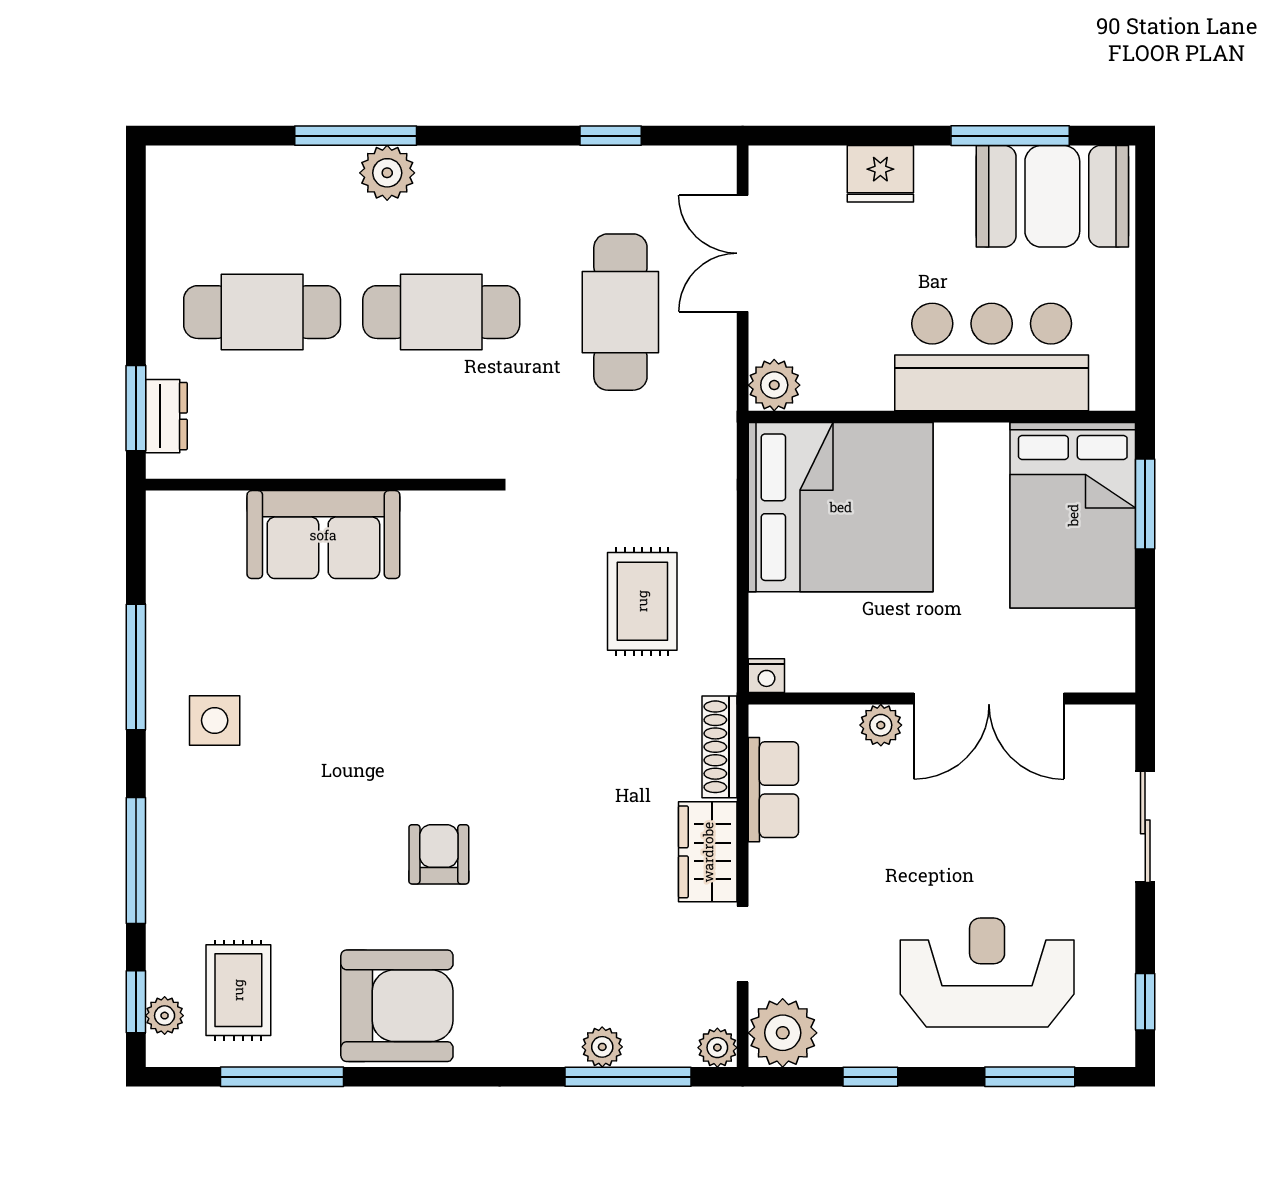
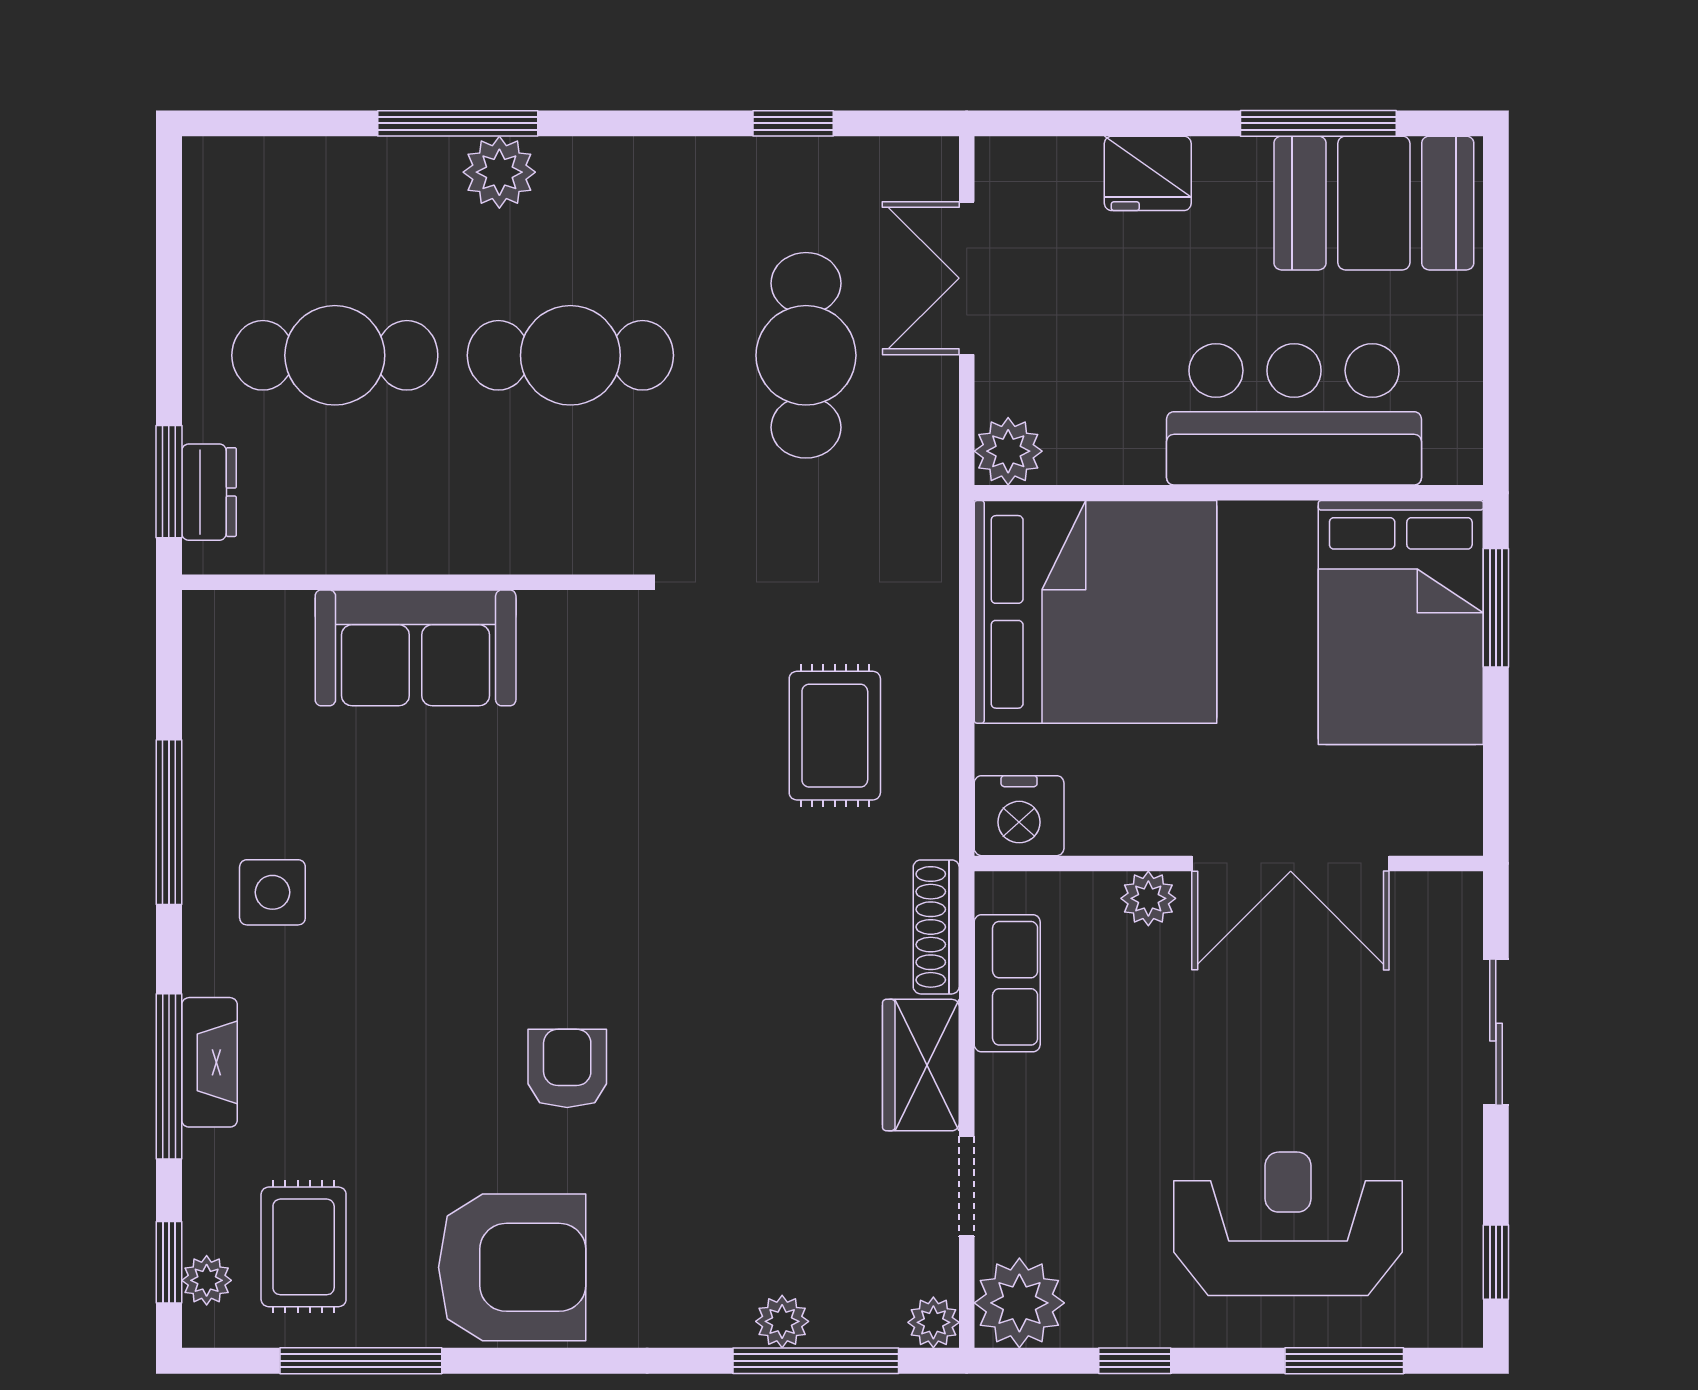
nightstand: (766, 676) -> (1019, 816), width x1.89, depth x1.79
fireplace: (167, 850) -> (209, 1062), added

